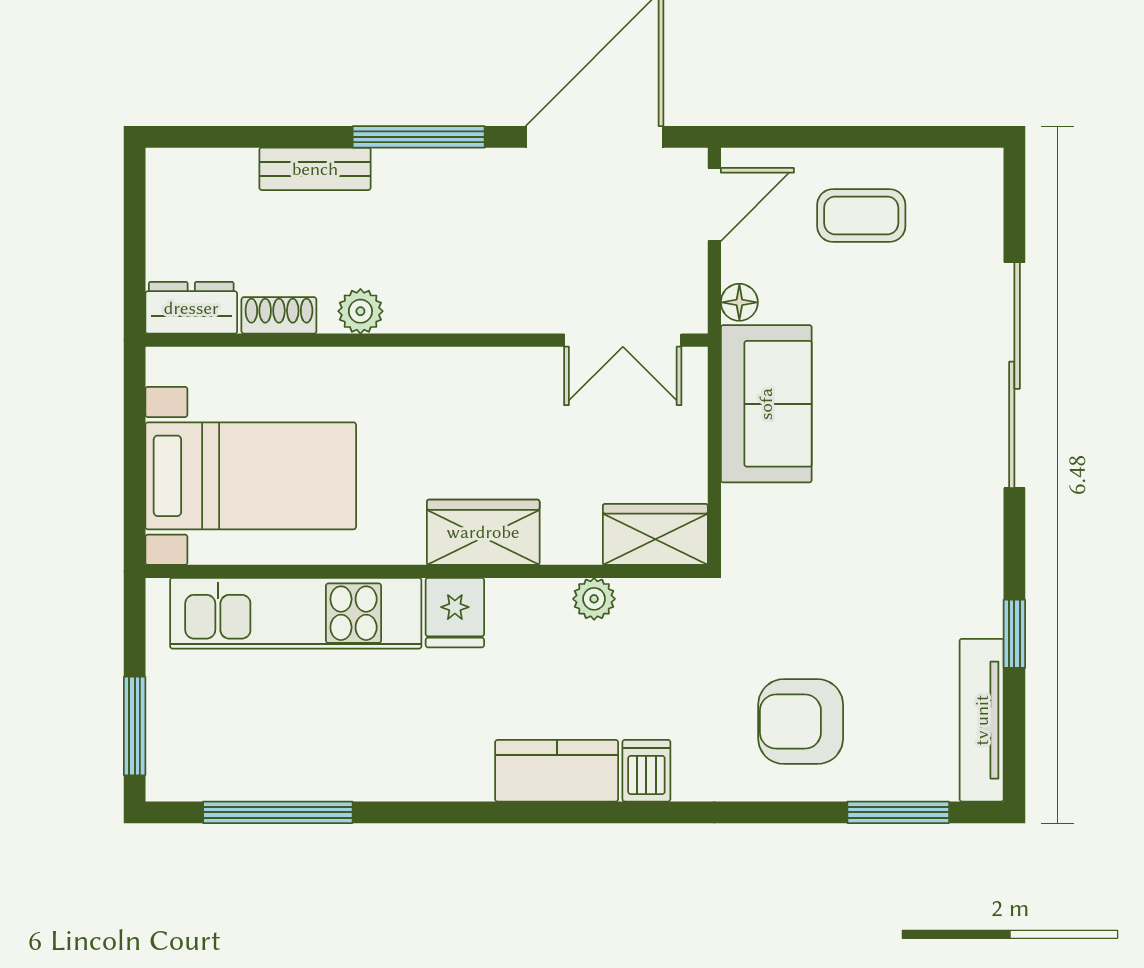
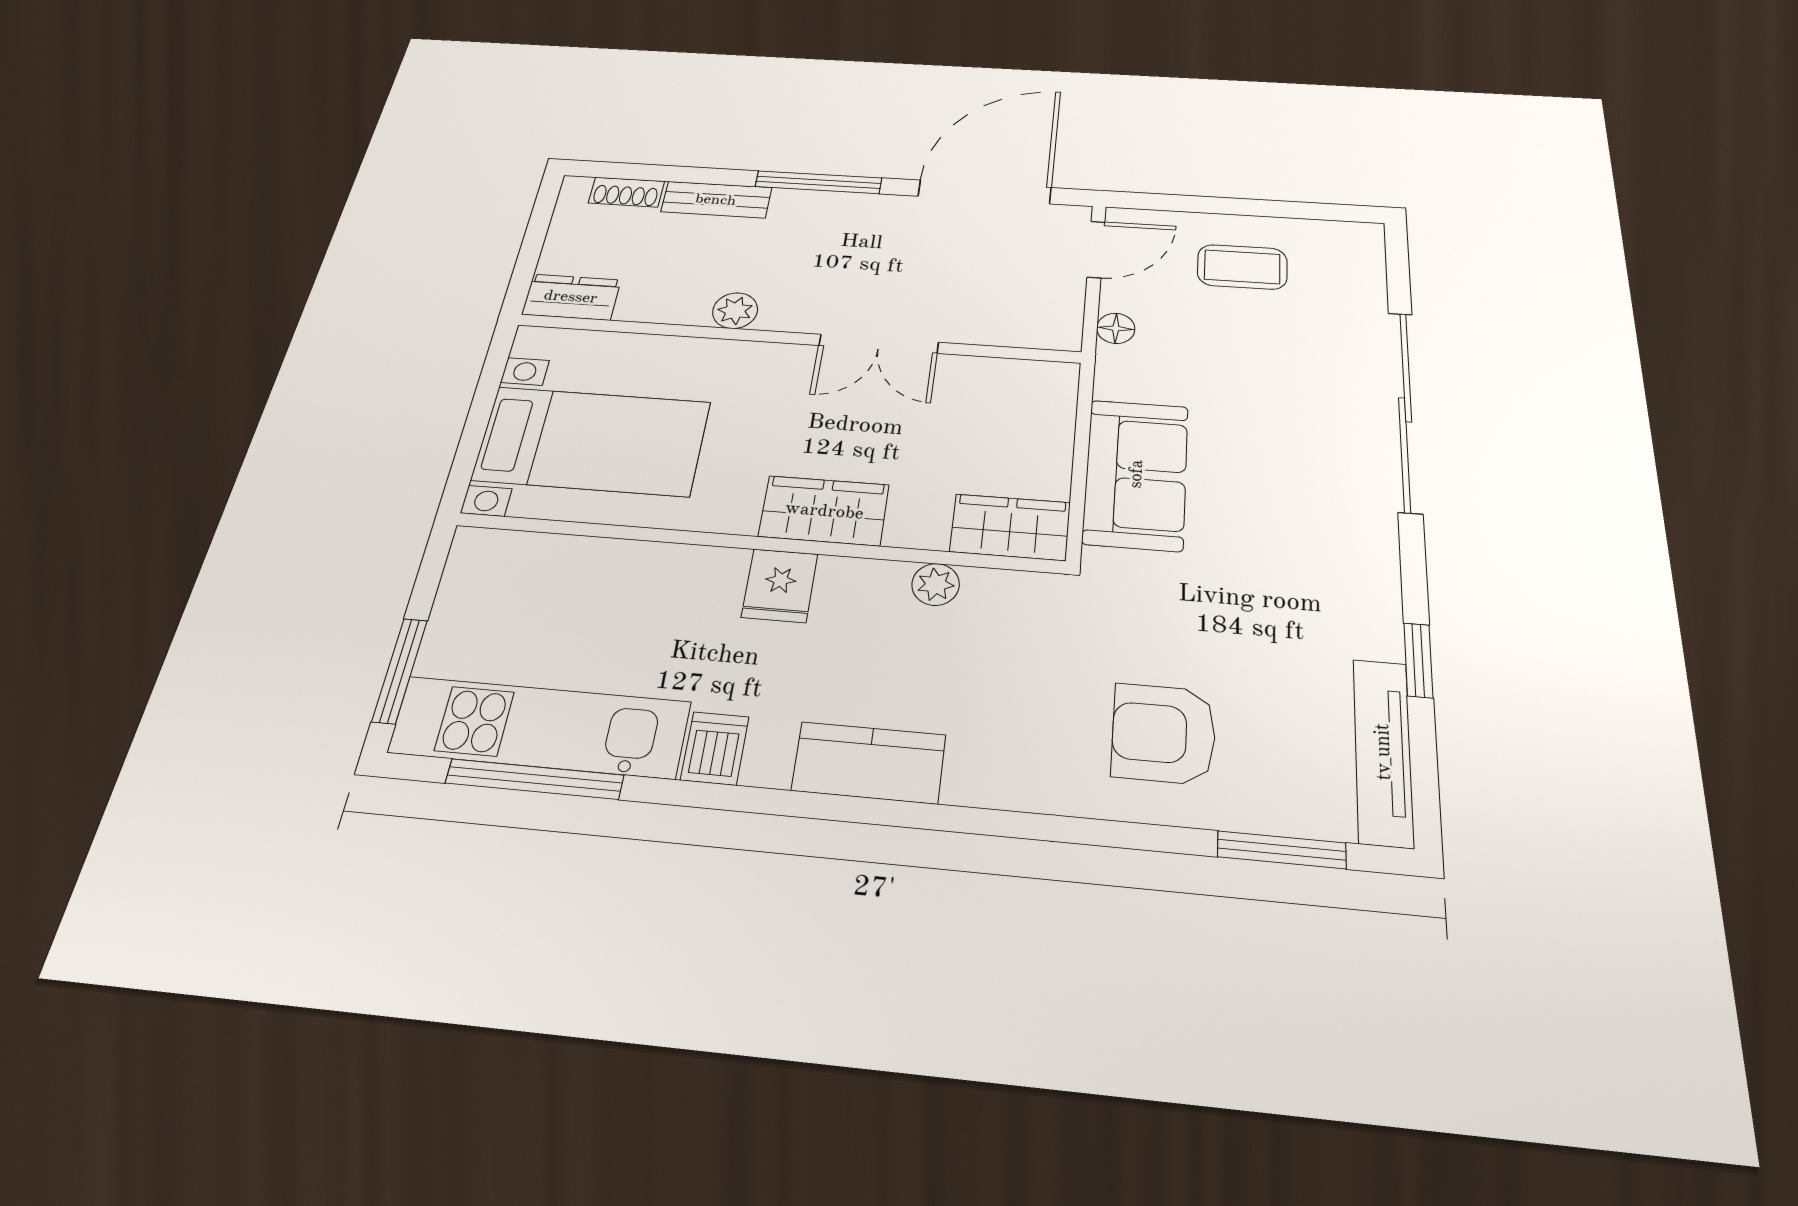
shoe rack: (279, 315) -> (626, 192), moved, turned 180
double door: (623, 340) -> (879, 344), moved
sofa: (766, 404) -> (1136, 474), moved
kitchen unit: (296, 613) -> (540, 727), moved, turned 180
dishwasher: (646, 771) -> (715, 748), moved

